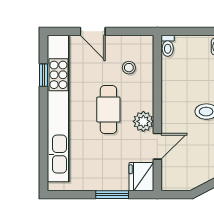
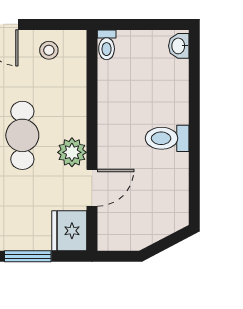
stool: (129, 68) -> (49, 50), moved

